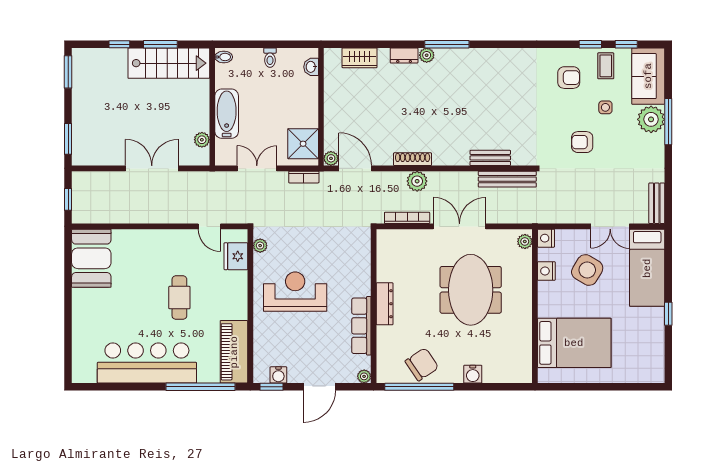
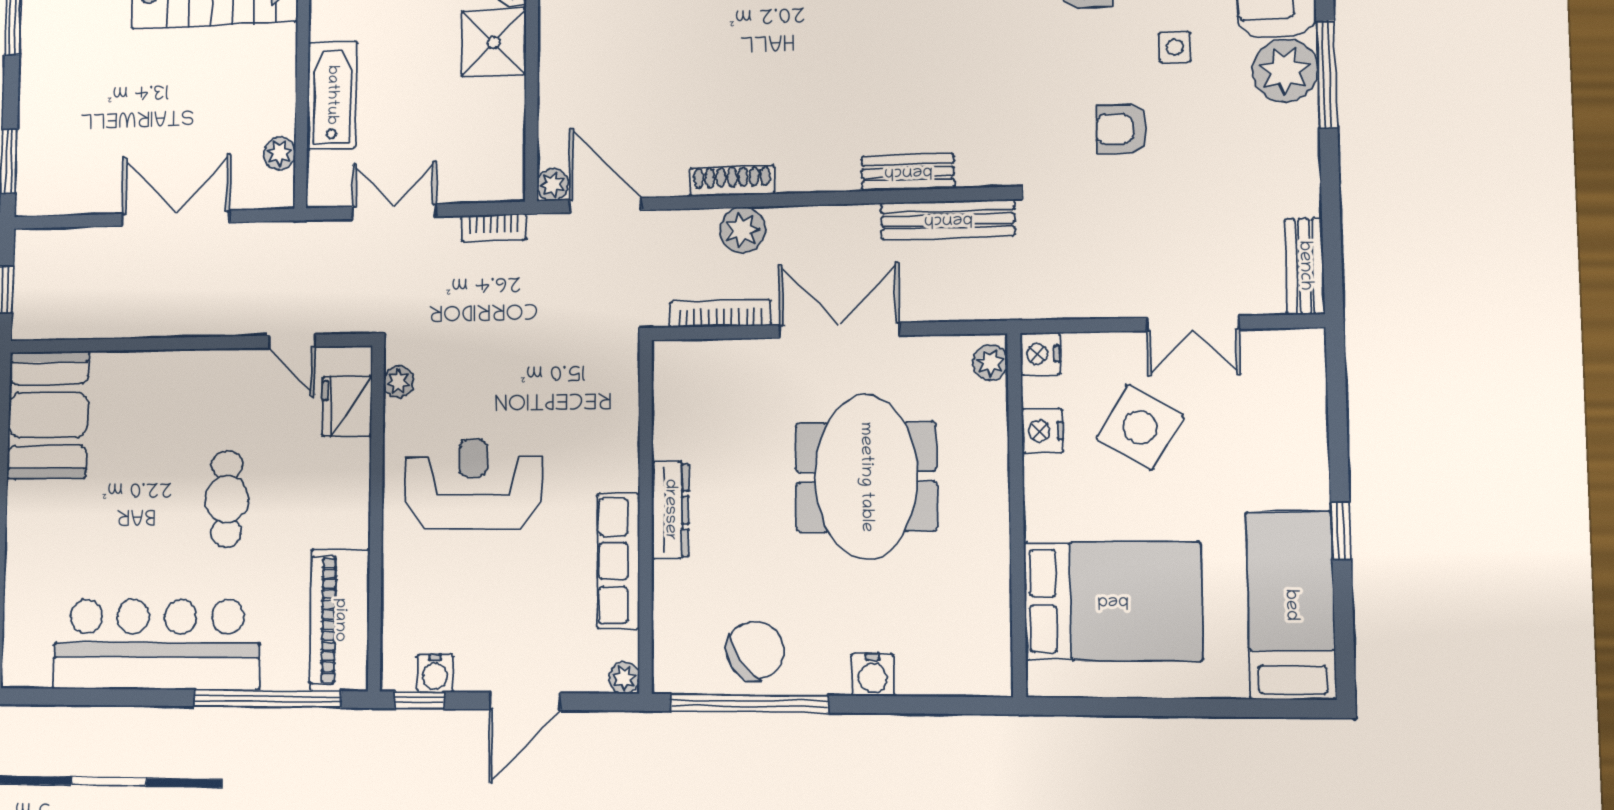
shower: (303, 144) -> (494, 42), moved
bed: (647, 268) -> (1291, 605), moved, turned 180

